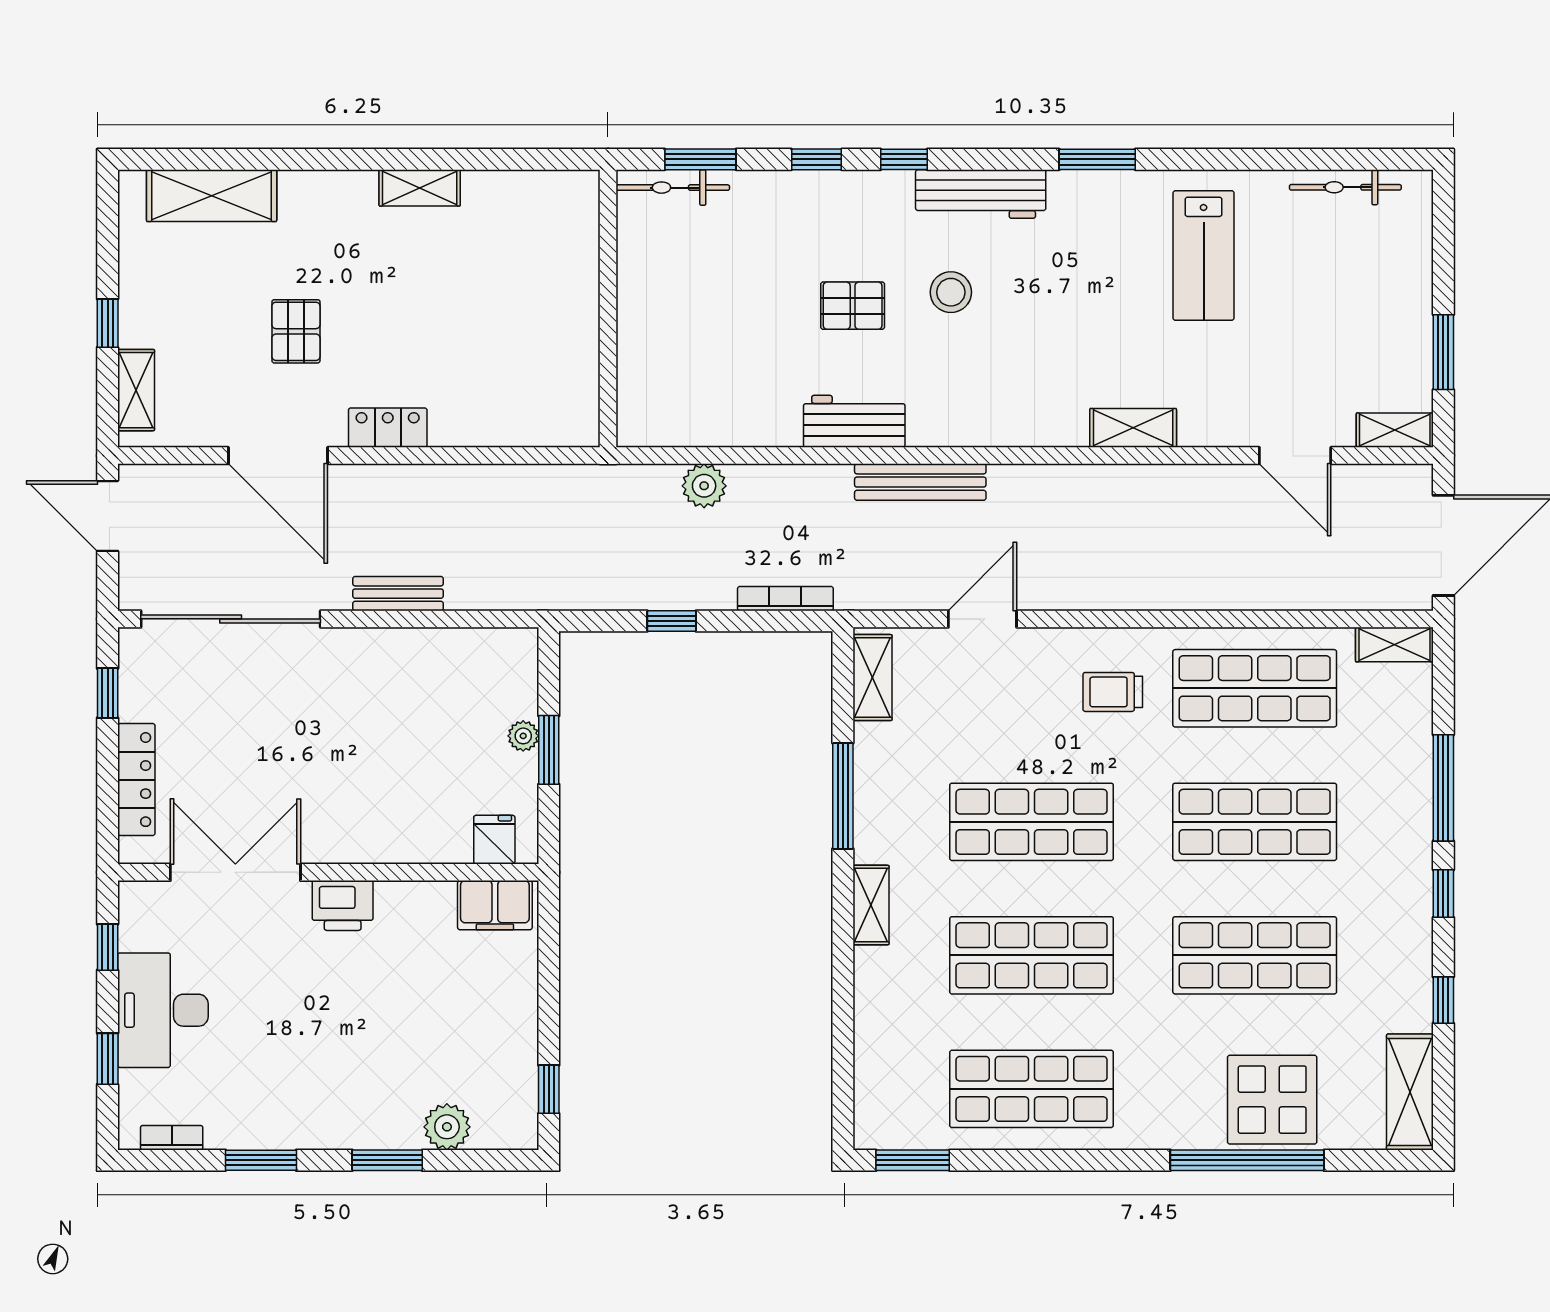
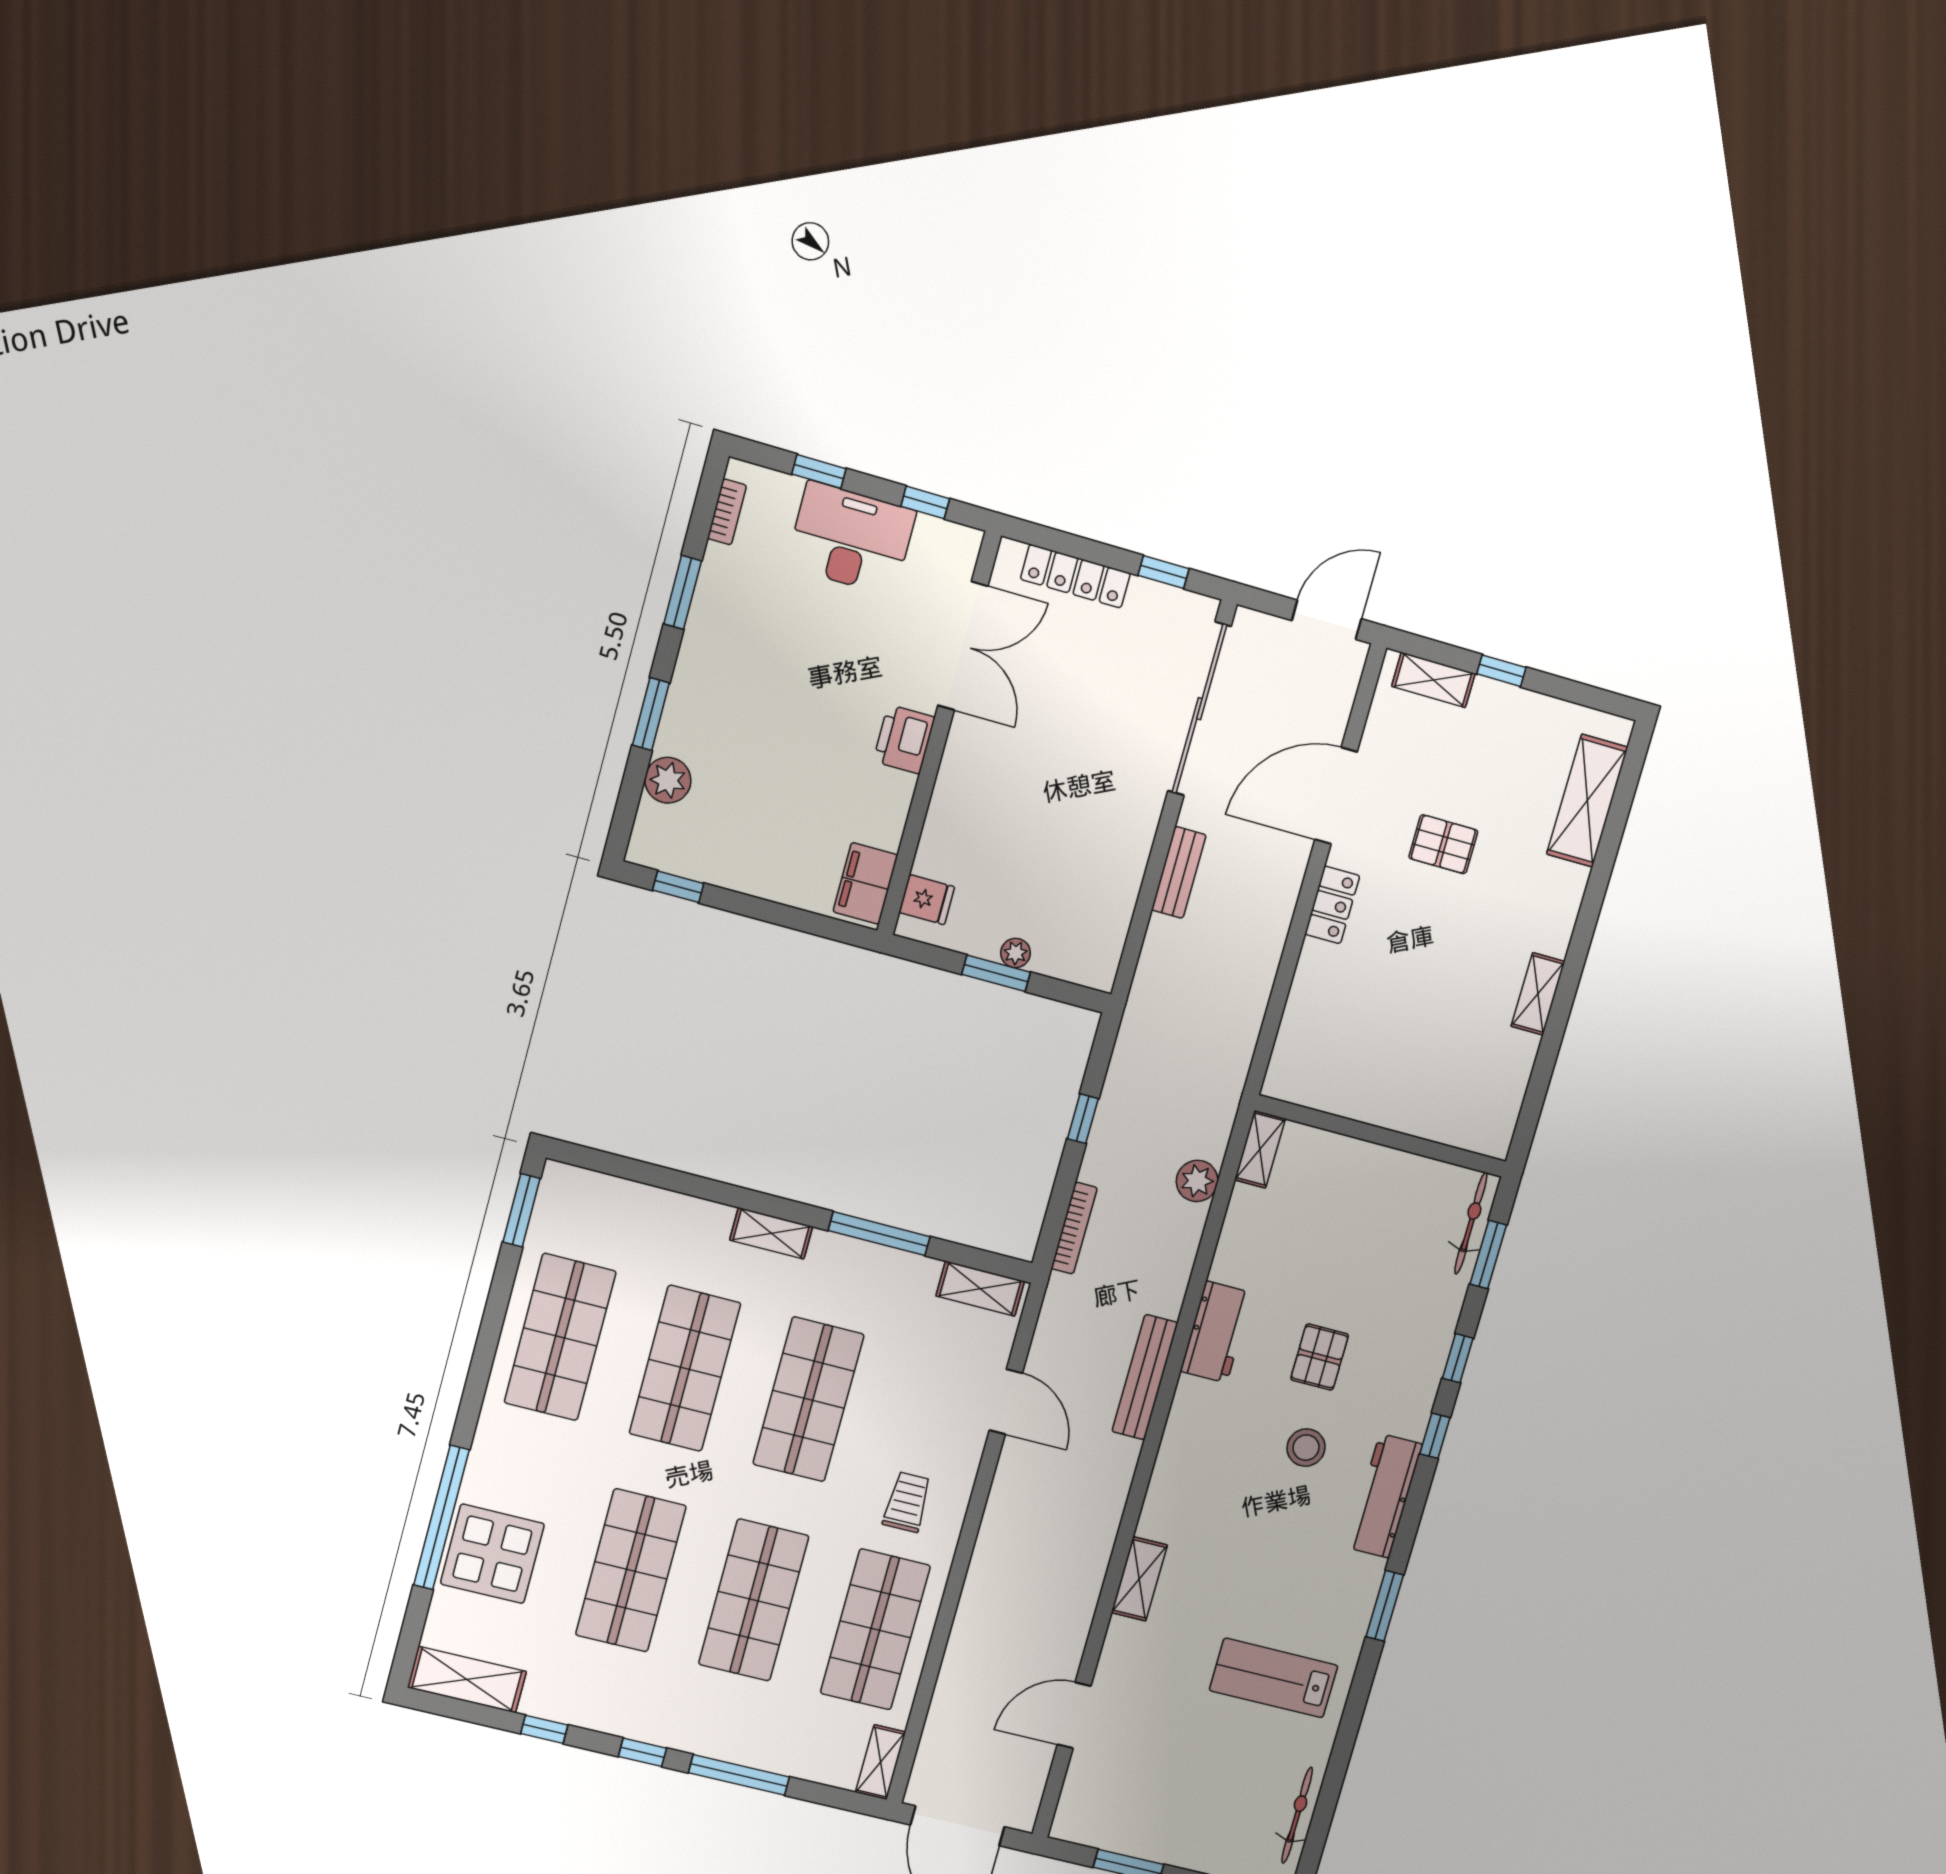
shelving: (1395, 430) -> (1260, 1149), moved

